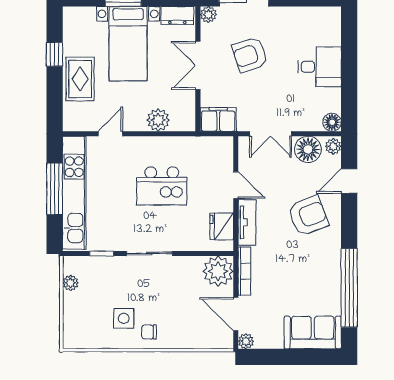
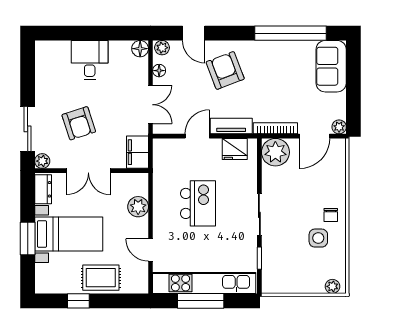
floor lamp: (308, 149) -> (159, 71), width x0.53, depth x0.53
plant: (70, 283) -> (332, 286), moved

